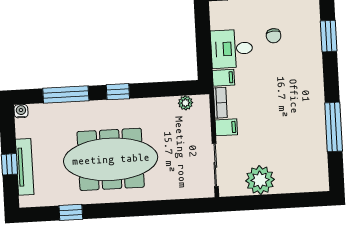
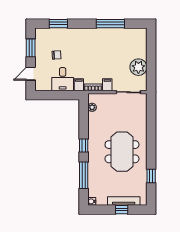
meeting table: (111, 159) -> (122, 152), width x0.73

